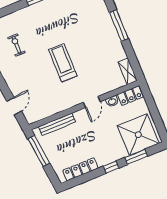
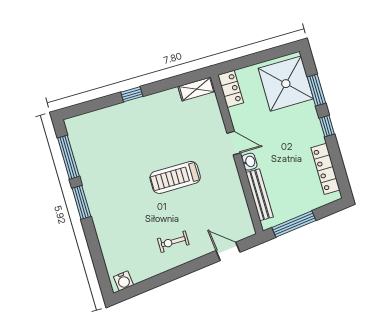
window: (119, 26) -> (132, 94), width x0.46
exercise bike: (16, 45) -> (173, 242), moved
washbasin: (112, 101) -> (249, 162), moved

